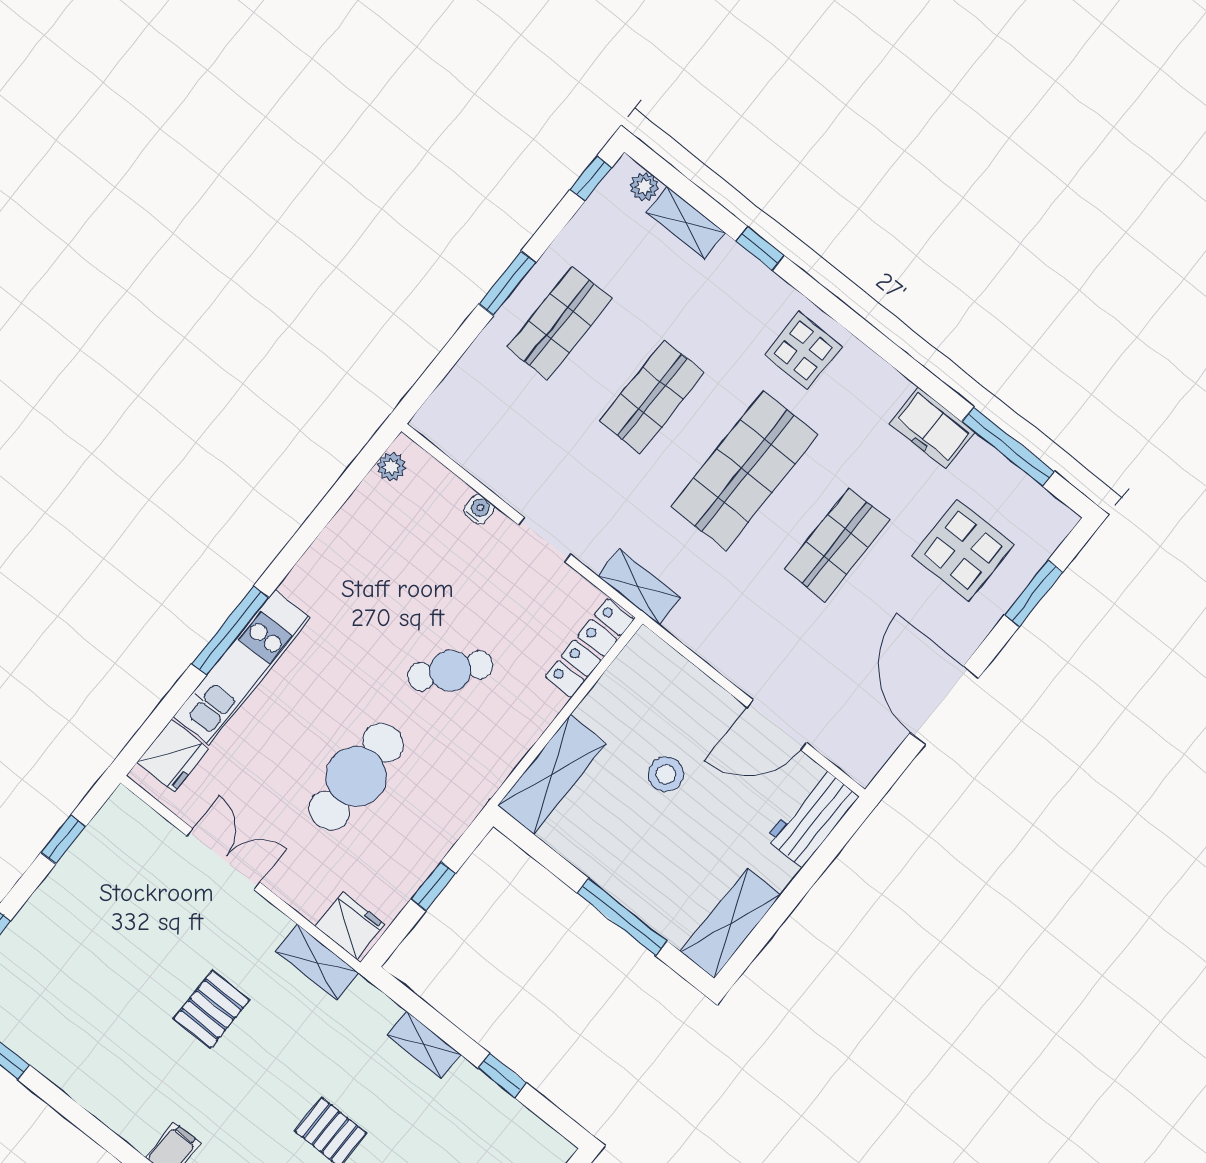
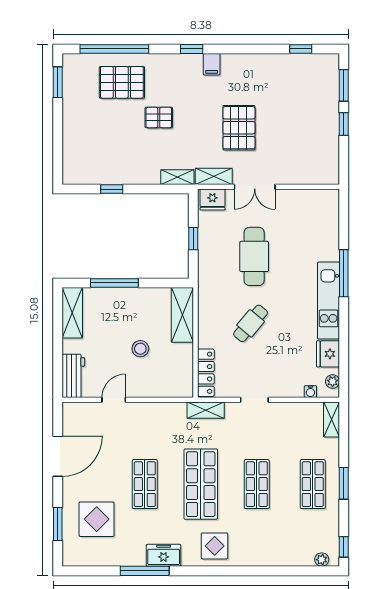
shelving: (686, 223) -> (331, 419), moved, turned 90
window: (760, 248) -> (261, 571), removed
freezer: (932, 428) -> (164, 555), moved
window: (1008, 446) -> (145, 571), moved
water cooler: (479, 509) -> (310, 392), moved
kitchen unit: (242, 667) -> (329, 301), moved
door: (944, 705) -> (58, 456), hinge flipped
door: (777, 725) -> (114, 400), width x0.73
fridge: (173, 756) -> (328, 354), moved
window: (63, 840) -> (344, 124), moved
double door: (224, 859) -> (255, 187), moved
pallet: (212, 1009) -> (239, 128), width x1.50, depth x1.42
shelving: (424, 1045) -> (177, 177), moved

